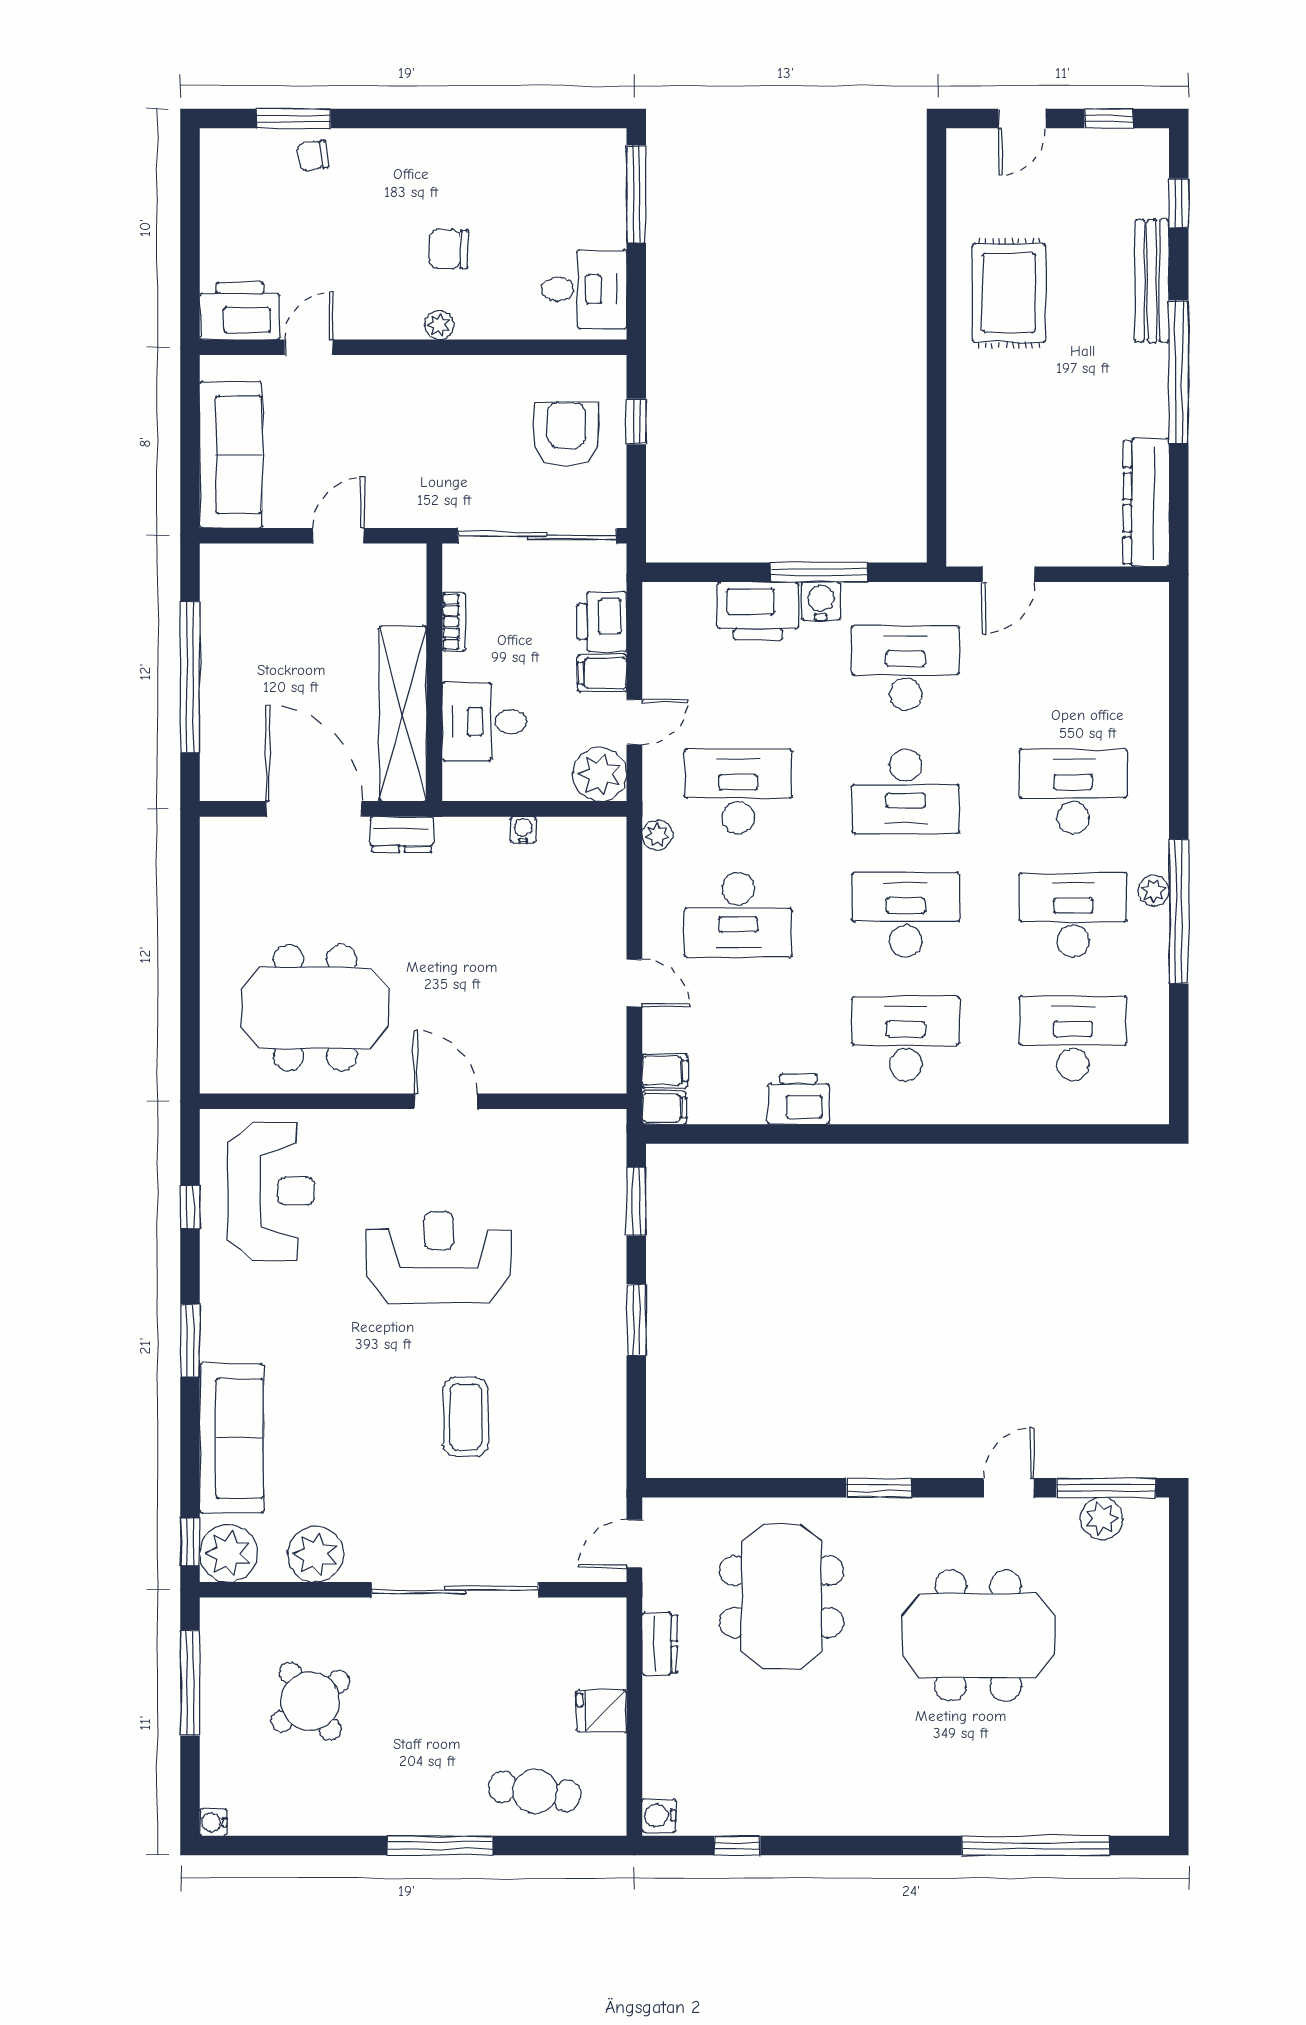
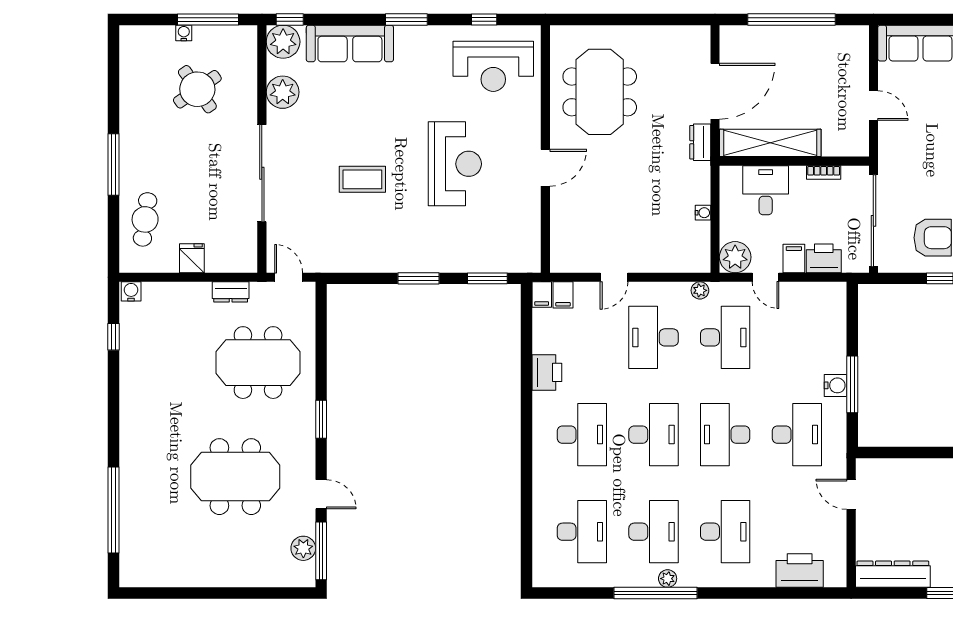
printer: (758, 611) -> (800, 571), moved, turned 90
meeting table: (978, 1636) -> (235, 477), turned 90
water cooler: (213, 1822) -> (184, 33), moved

